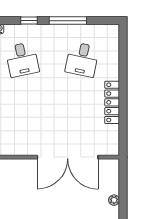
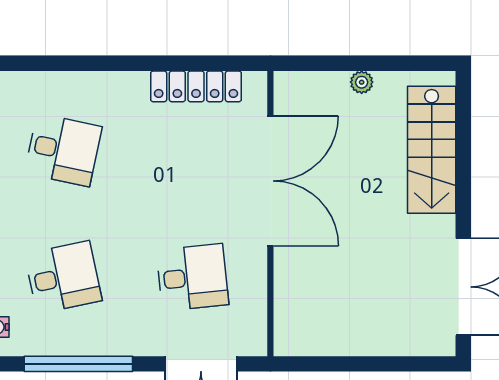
locker: (112, 102) -> (196, 86), moved
desk: (22, 120) -> (192, 277), added

